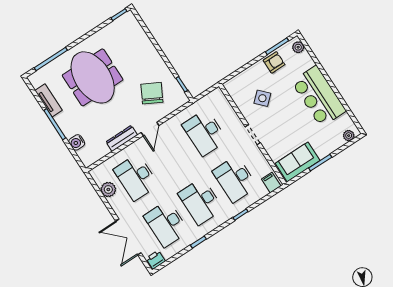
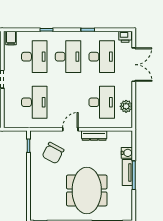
tv unit: (49, 100) -> (127, 173), moved

